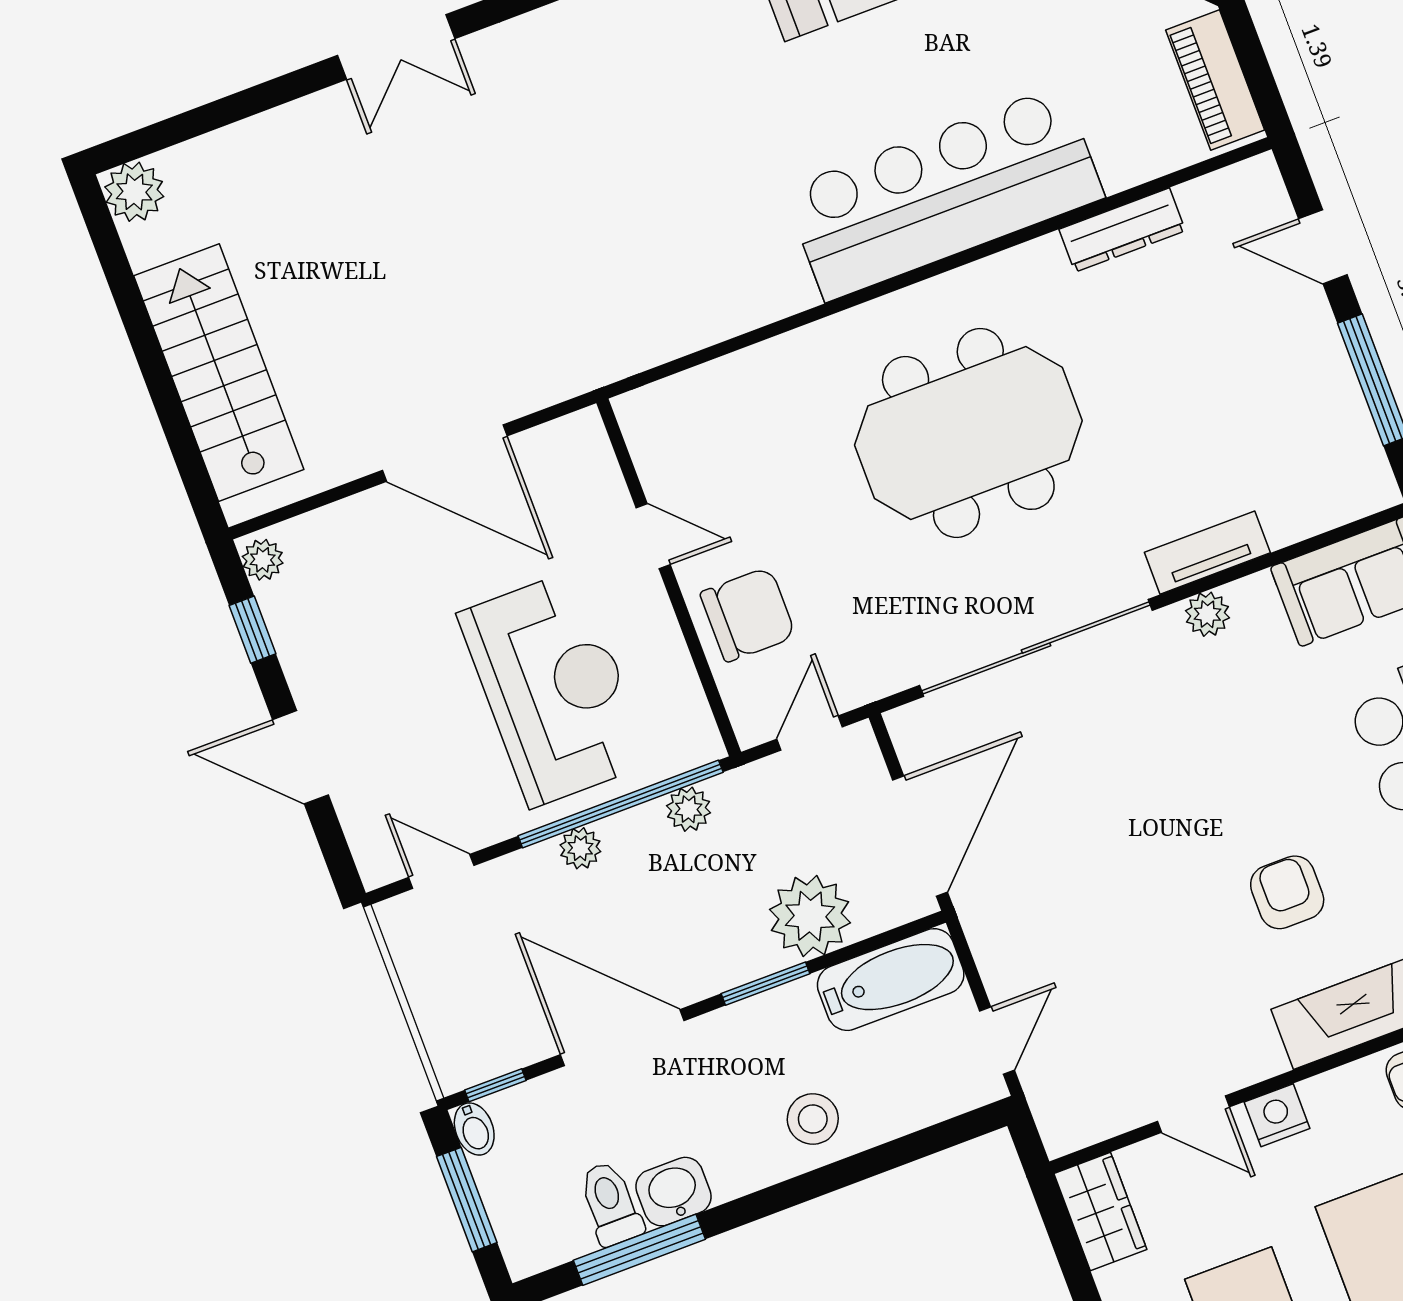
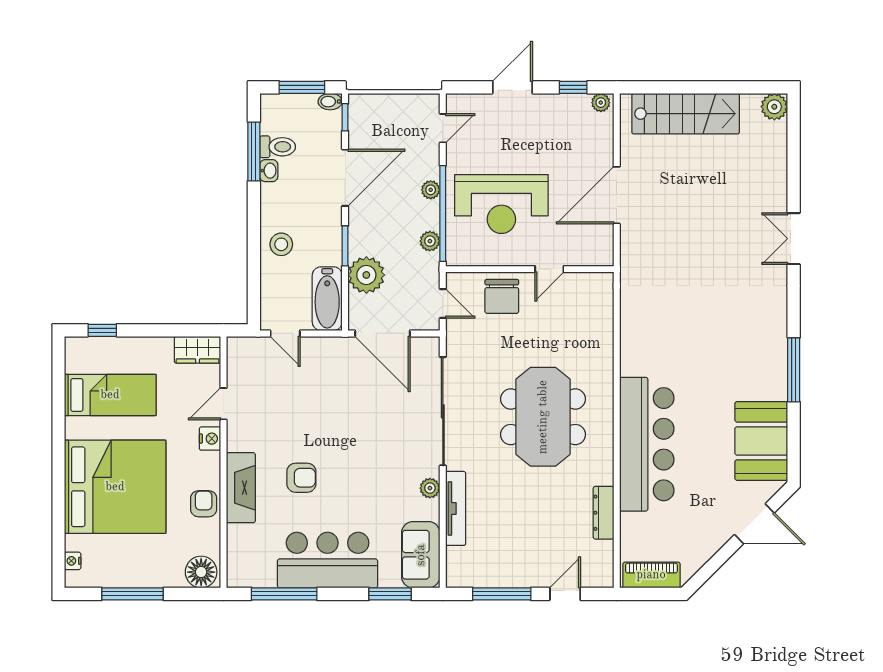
tv unit: (1207, 553) -> (456, 508), width x1.41
washbasin: (674, 1192) -> (269, 171), width x0.72, depth x0.69

